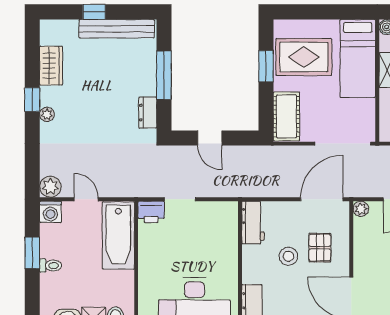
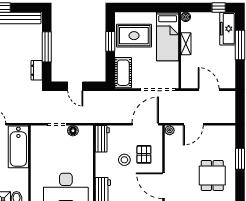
floor lamp: (206, 209) -> (73, 131), added
printer: (151, 212) -> (39, 132), removed

